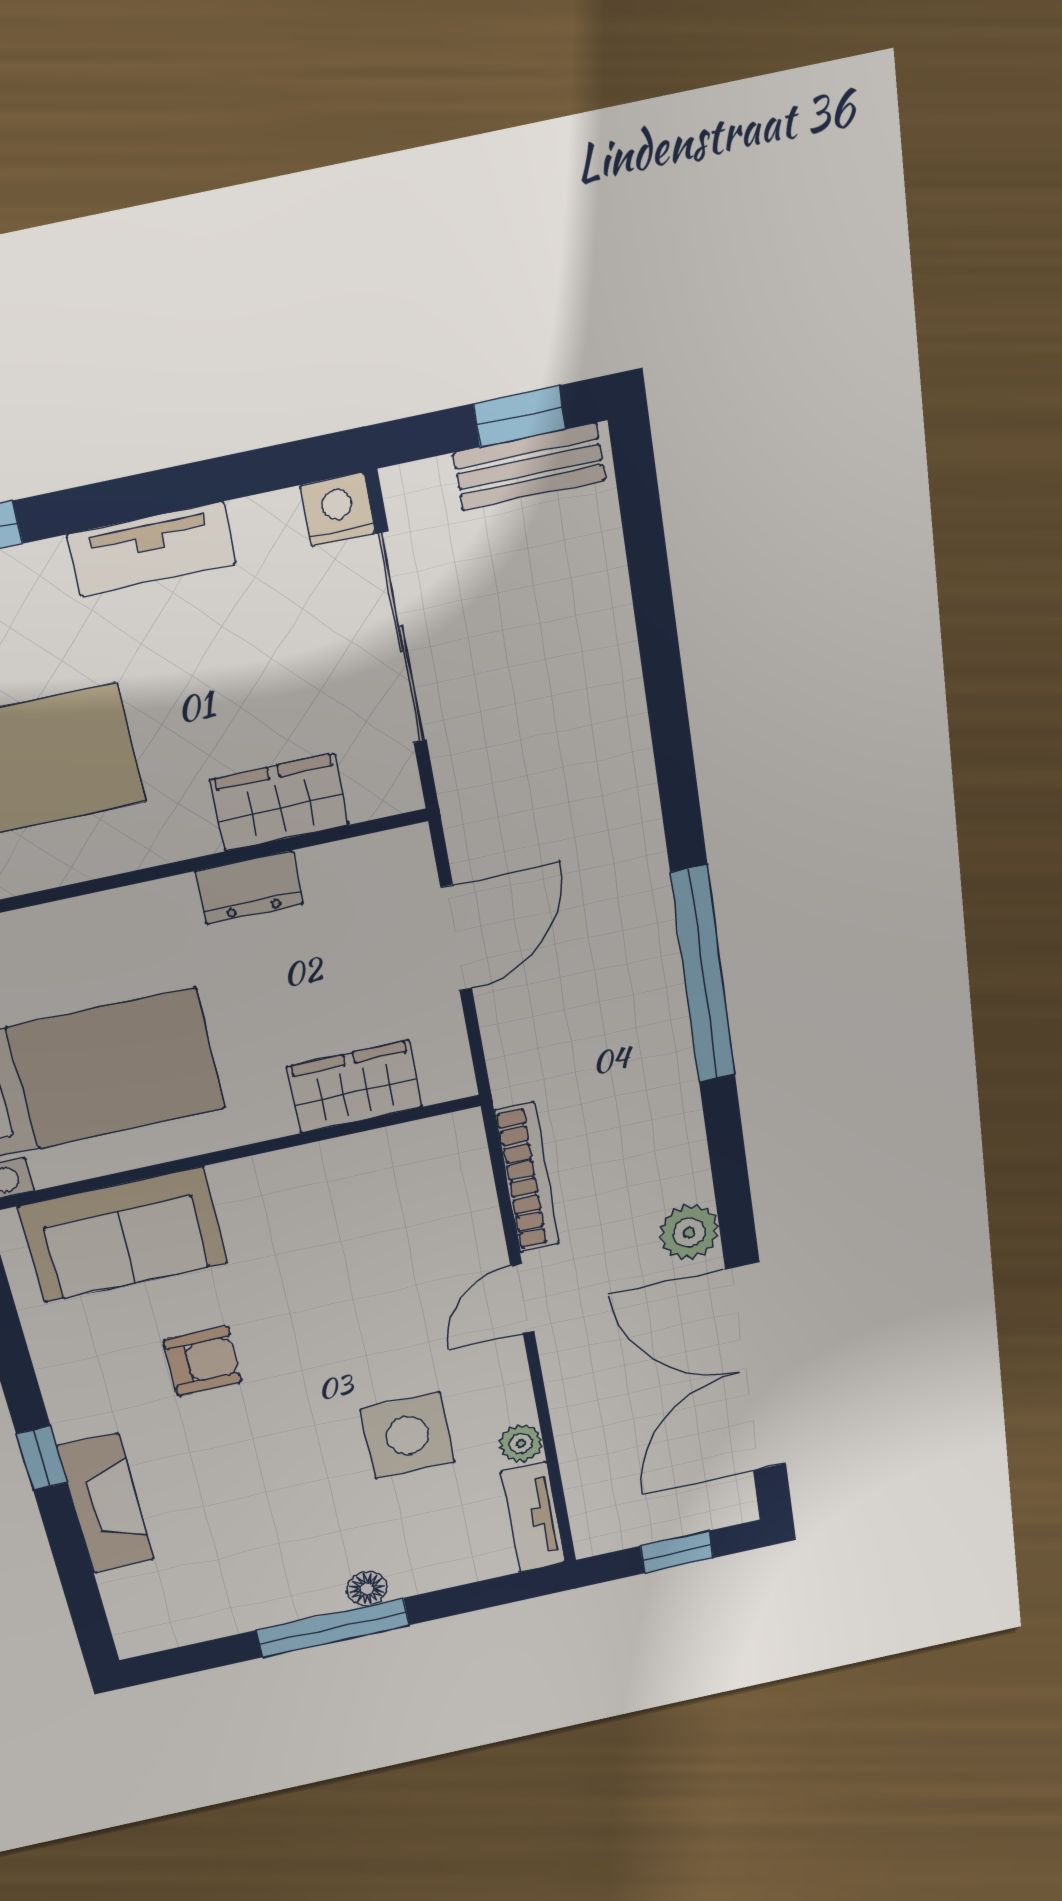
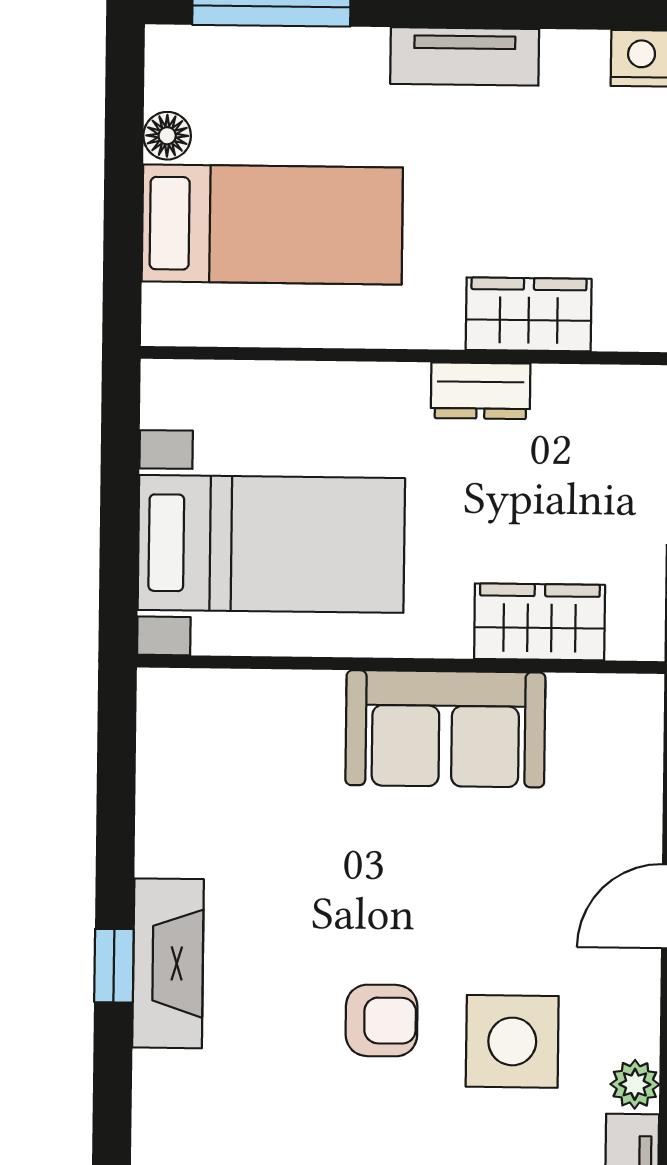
sofa: (123, 1235) -> (445, 729), moved
armchair: (203, 1361) -> (382, 1020), moved
fireplace: (106, 1503) -> (168, 963), moved

